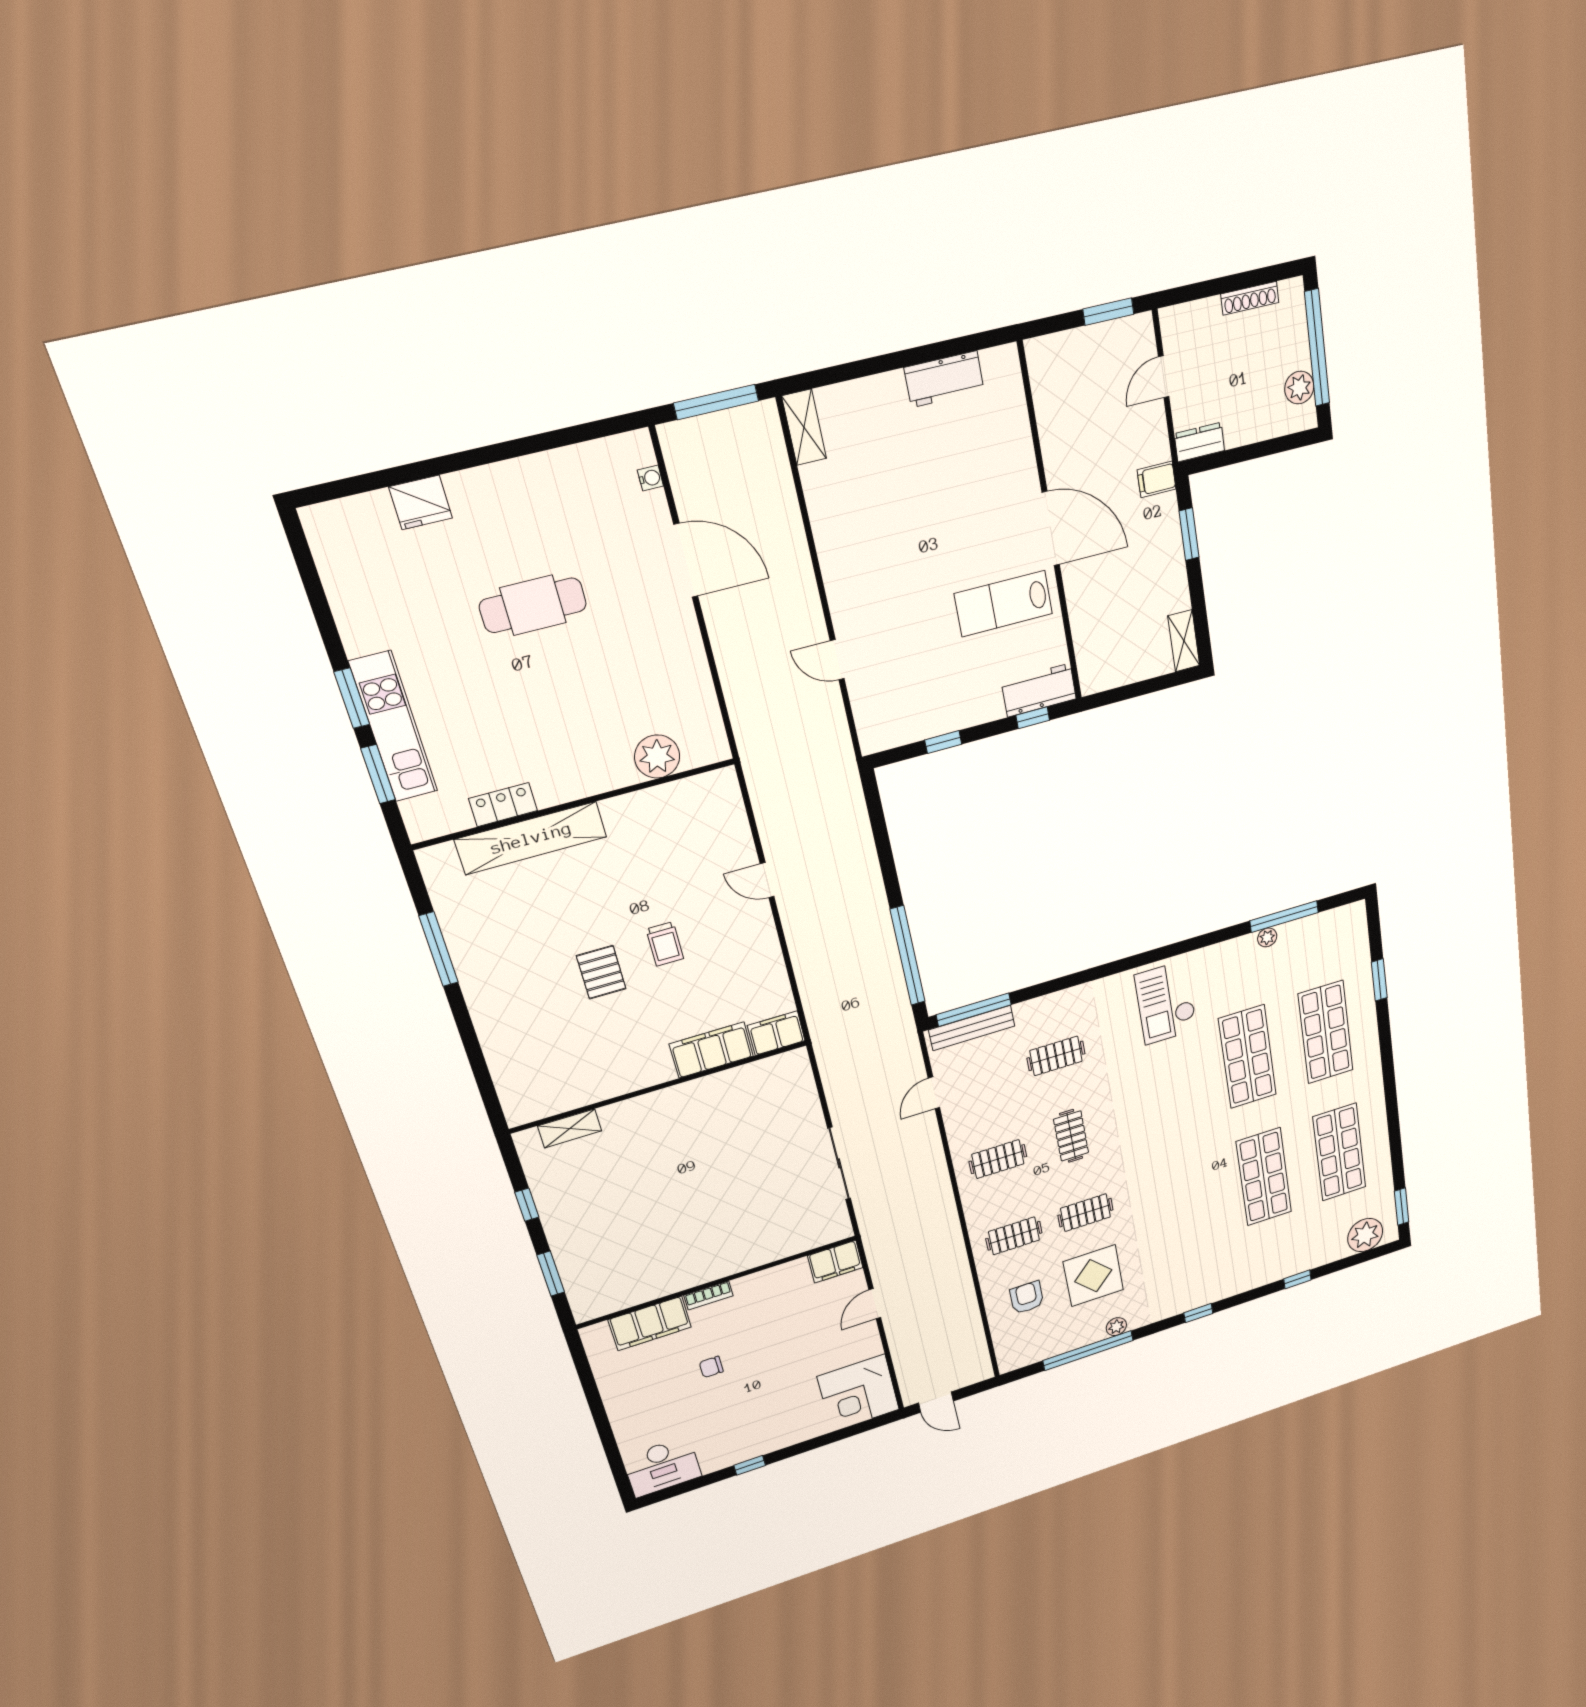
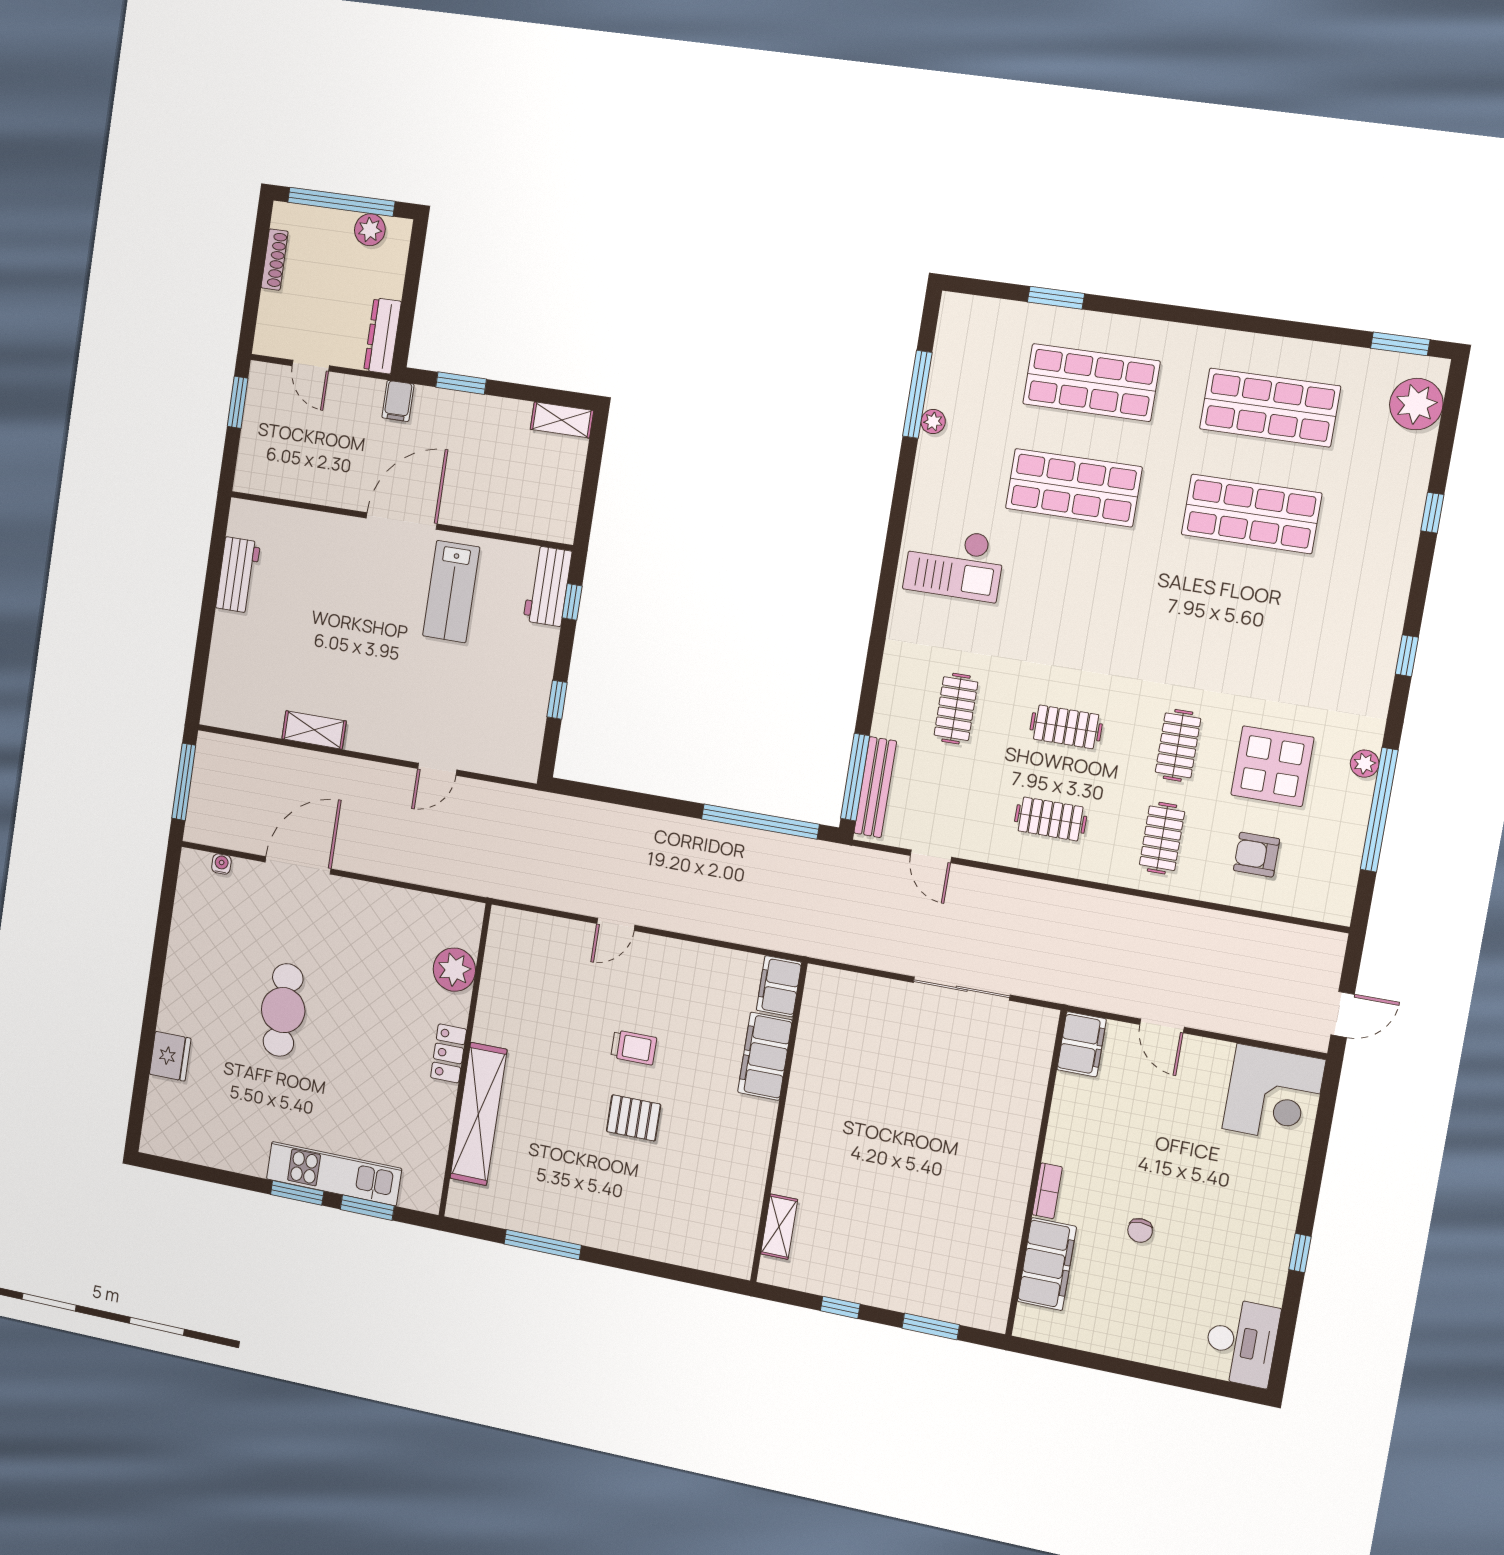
shelving: (804, 427) -> (314, 730), moved
dresser: (1199, 442) -> (382, 336), width x1.44
locker: (503, 805) -> (449, 1053), moved
clothes rail: (998, 1159) -> (1051, 819), turned 90

